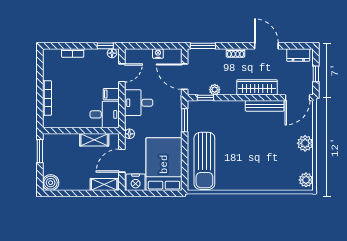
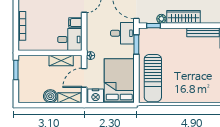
wardrobe: (257, 87) -> (184, 17), moved
desk: (139, 103) -> (122, 33), moved, turned 180
boiler: (51, 183) -> (50, 96), moved

